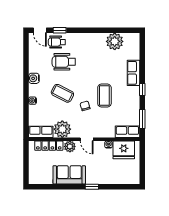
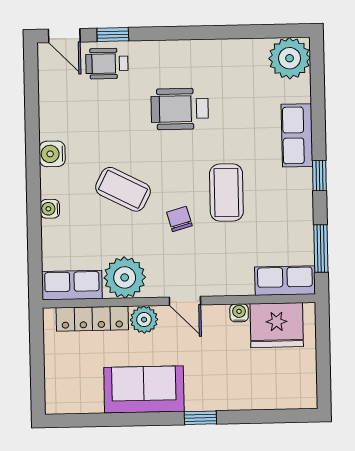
plant: (115, 41) -> (290, 58), moved
wheelchair: (64, 62) -> (180, 109), moved

